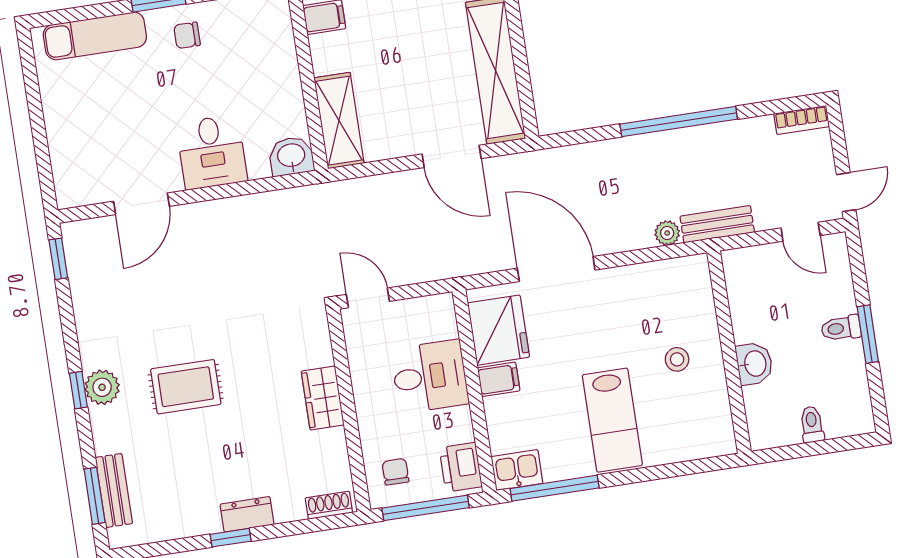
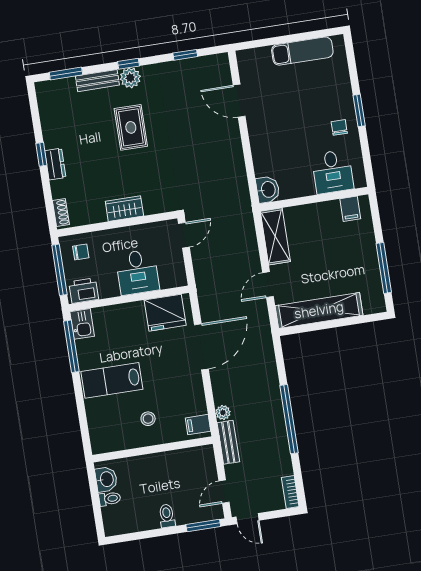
exam couch: (95, 36) -> (302, 51), moved, turned -90
shelving: (339, 121) -> (275, 236), moved, turned 90
desk: (212, 152) -> (333, 172), moved, turned -90
door: (452, 156) -> (268, 285), width x0.73
window: (58, 259) -> (185, 55), moved
window: (868, 334) -> (203, 526), moved
washbasin: (754, 364) -> (106, 479), moved, turned -90
filing cabinet: (499, 379) -> (198, 425), moved, turned 90
bench: (114, 490) -> (97, 81), moved

